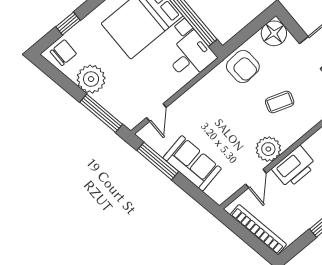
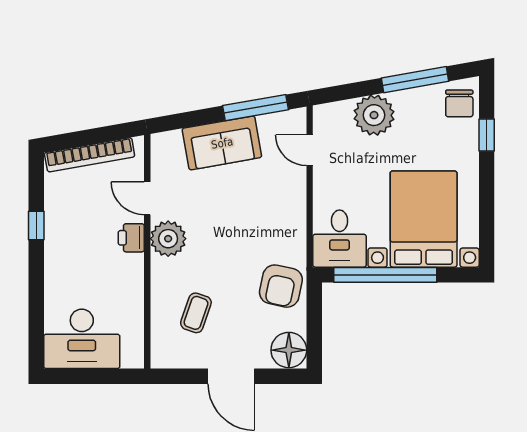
armchair: (243, 67) -> (281, 286), turned -75
plant: (91, 79) -> (374, 115), moved
coffee table: (280, 102) -> (196, 313), moved
window: (101, 113) -> (415, 80), moved
printer: (294, 167) -> (131, 238), width x0.53, depth x0.68

